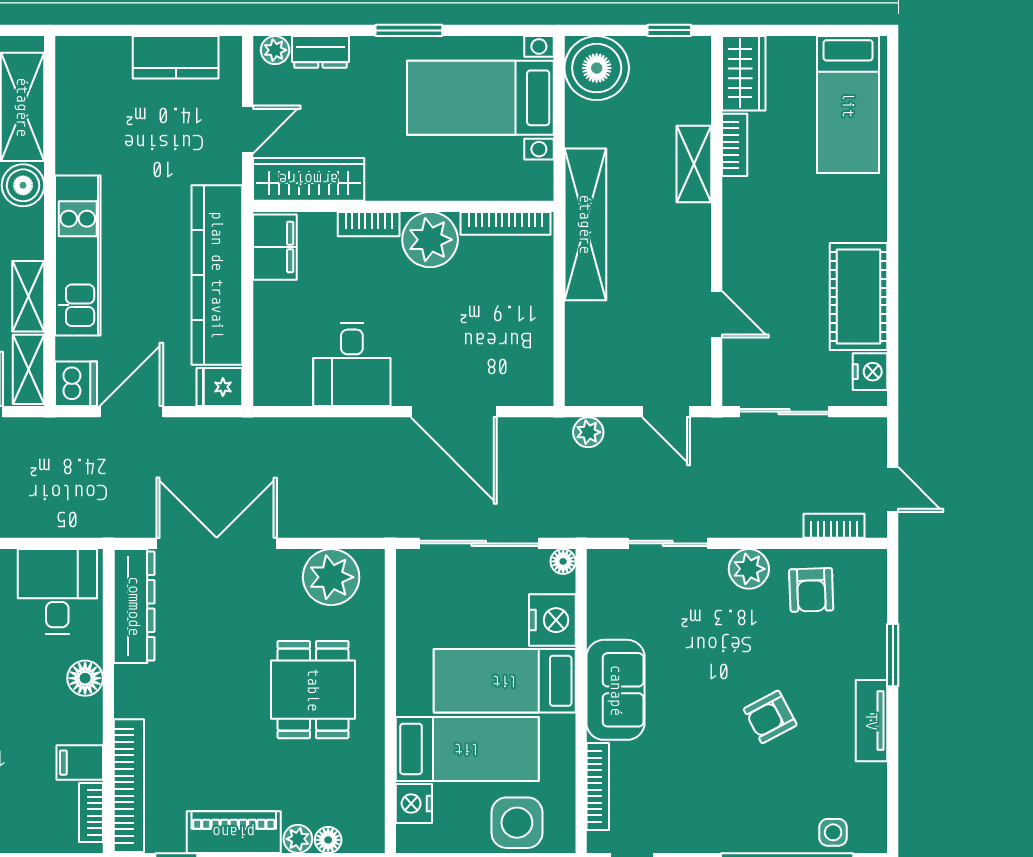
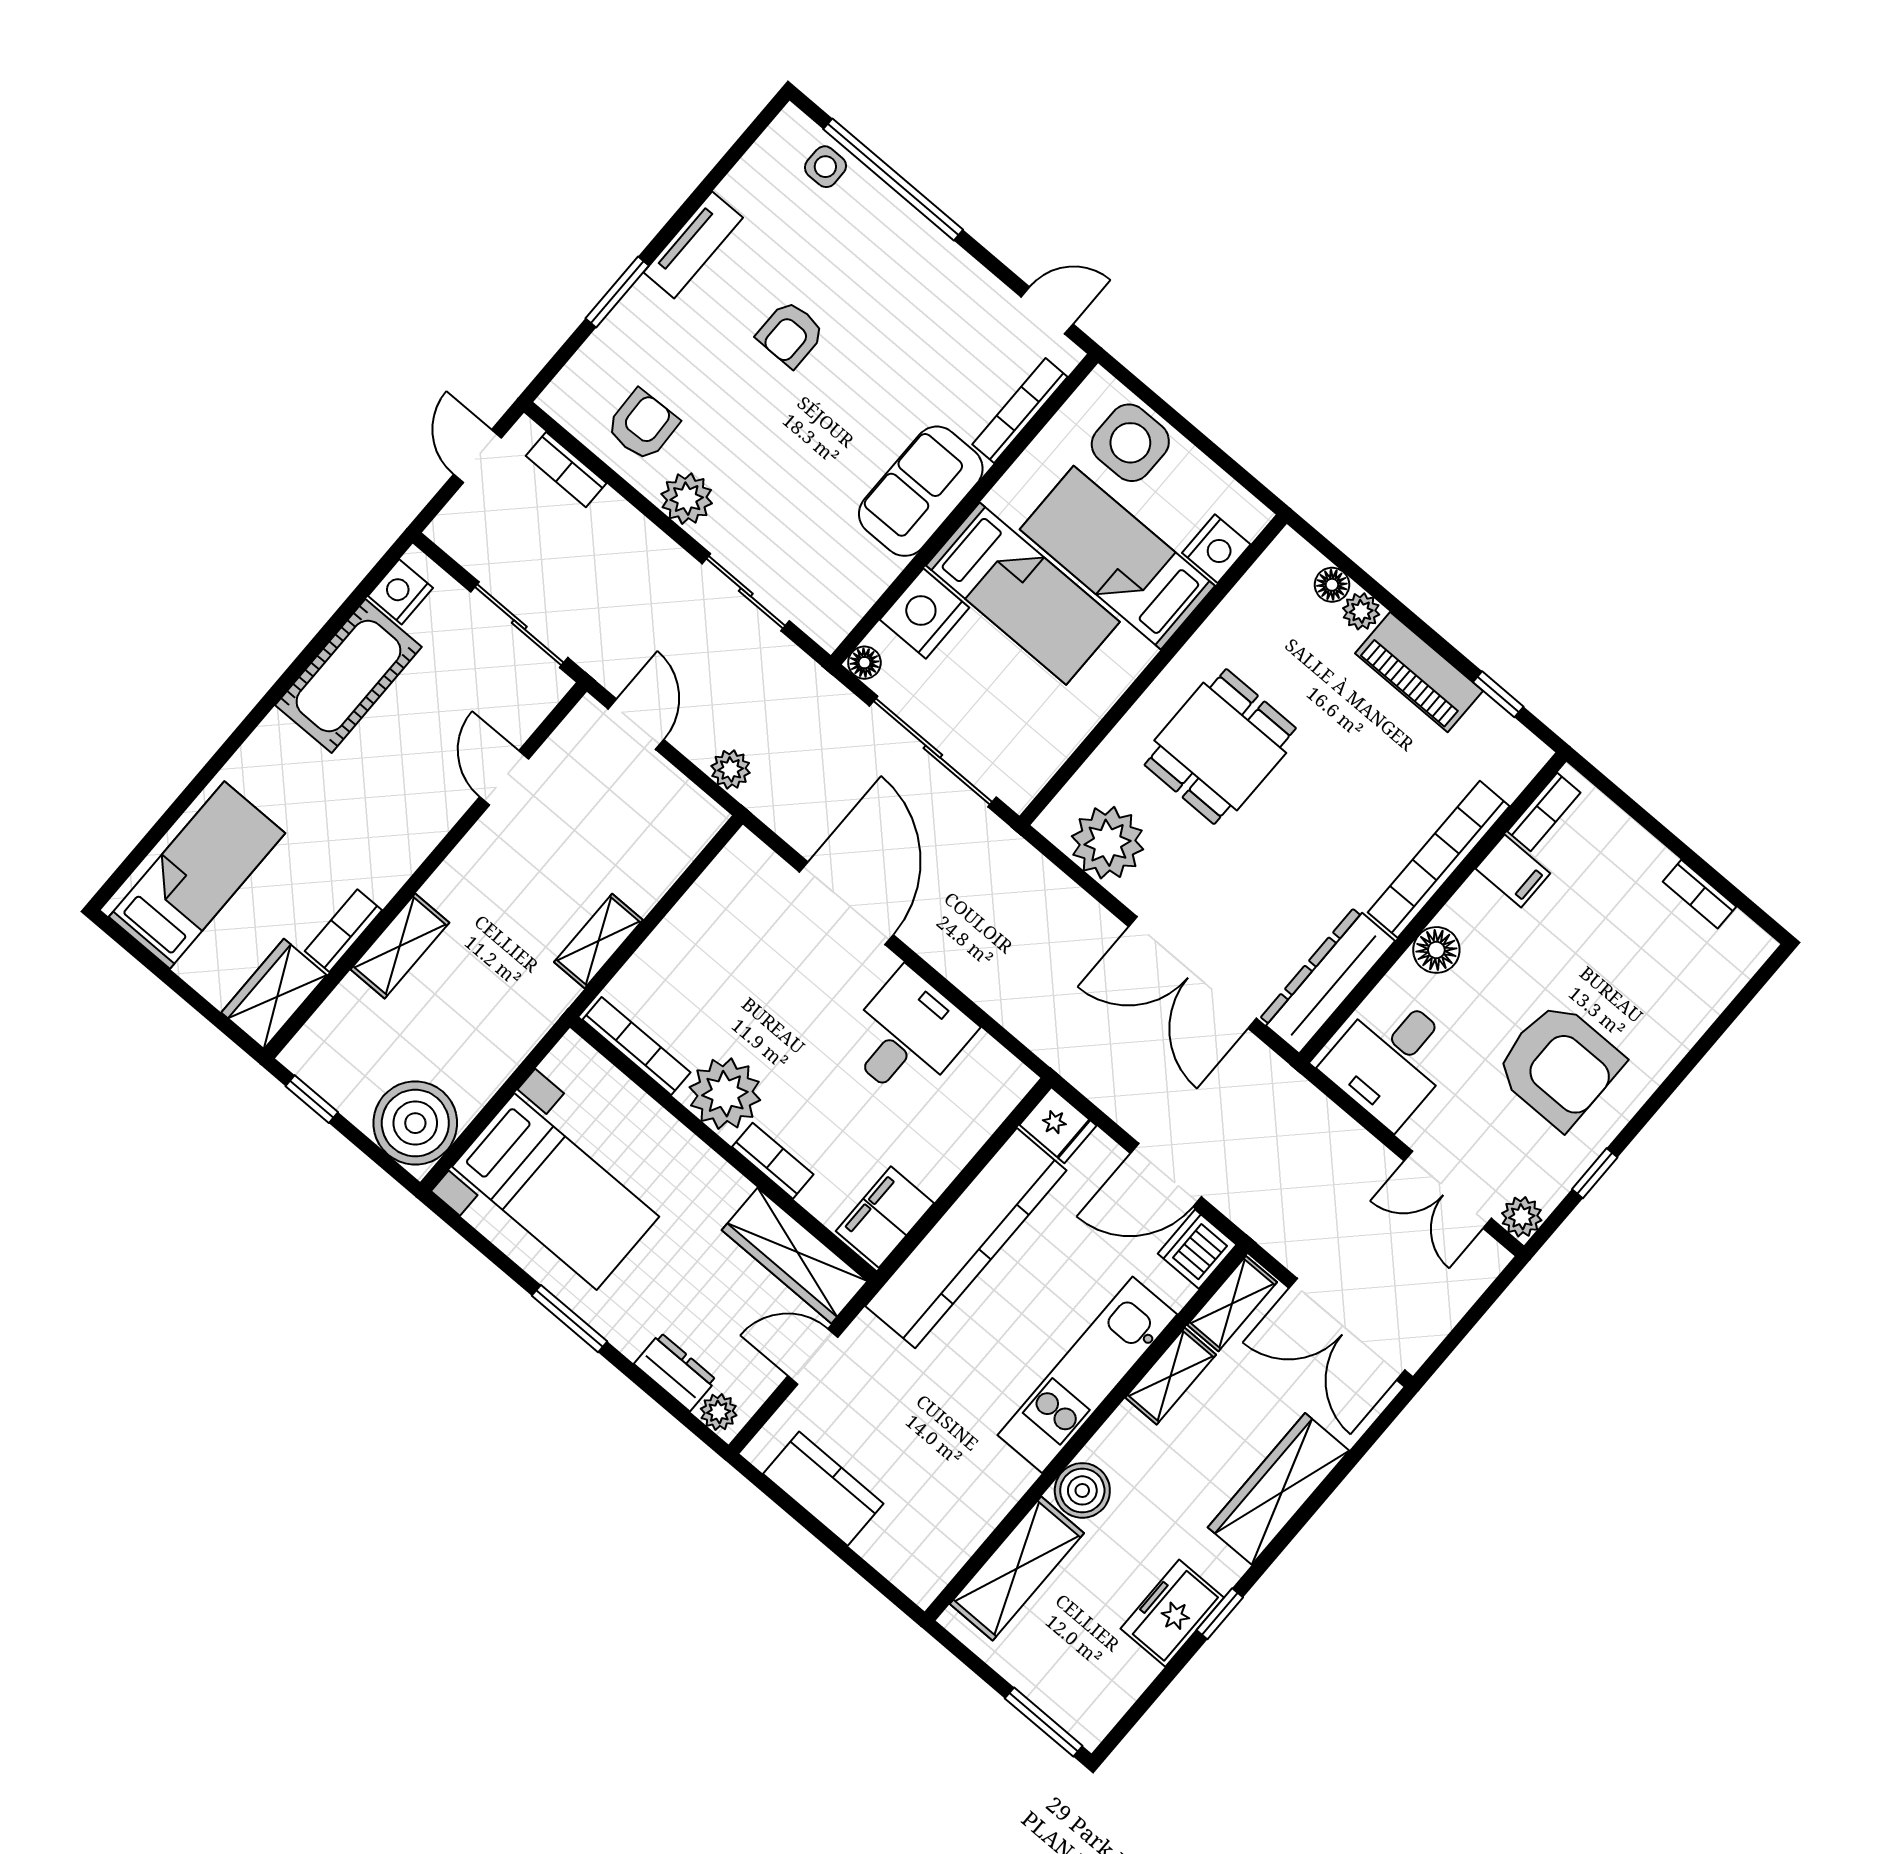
shelving: (585, 224) -> (598, 941), width x0.45, depth x0.75
armchair: (770, 717) -> (790, 334), turned 118
bookcase: (129, 786) -> (1439, 859), moved

